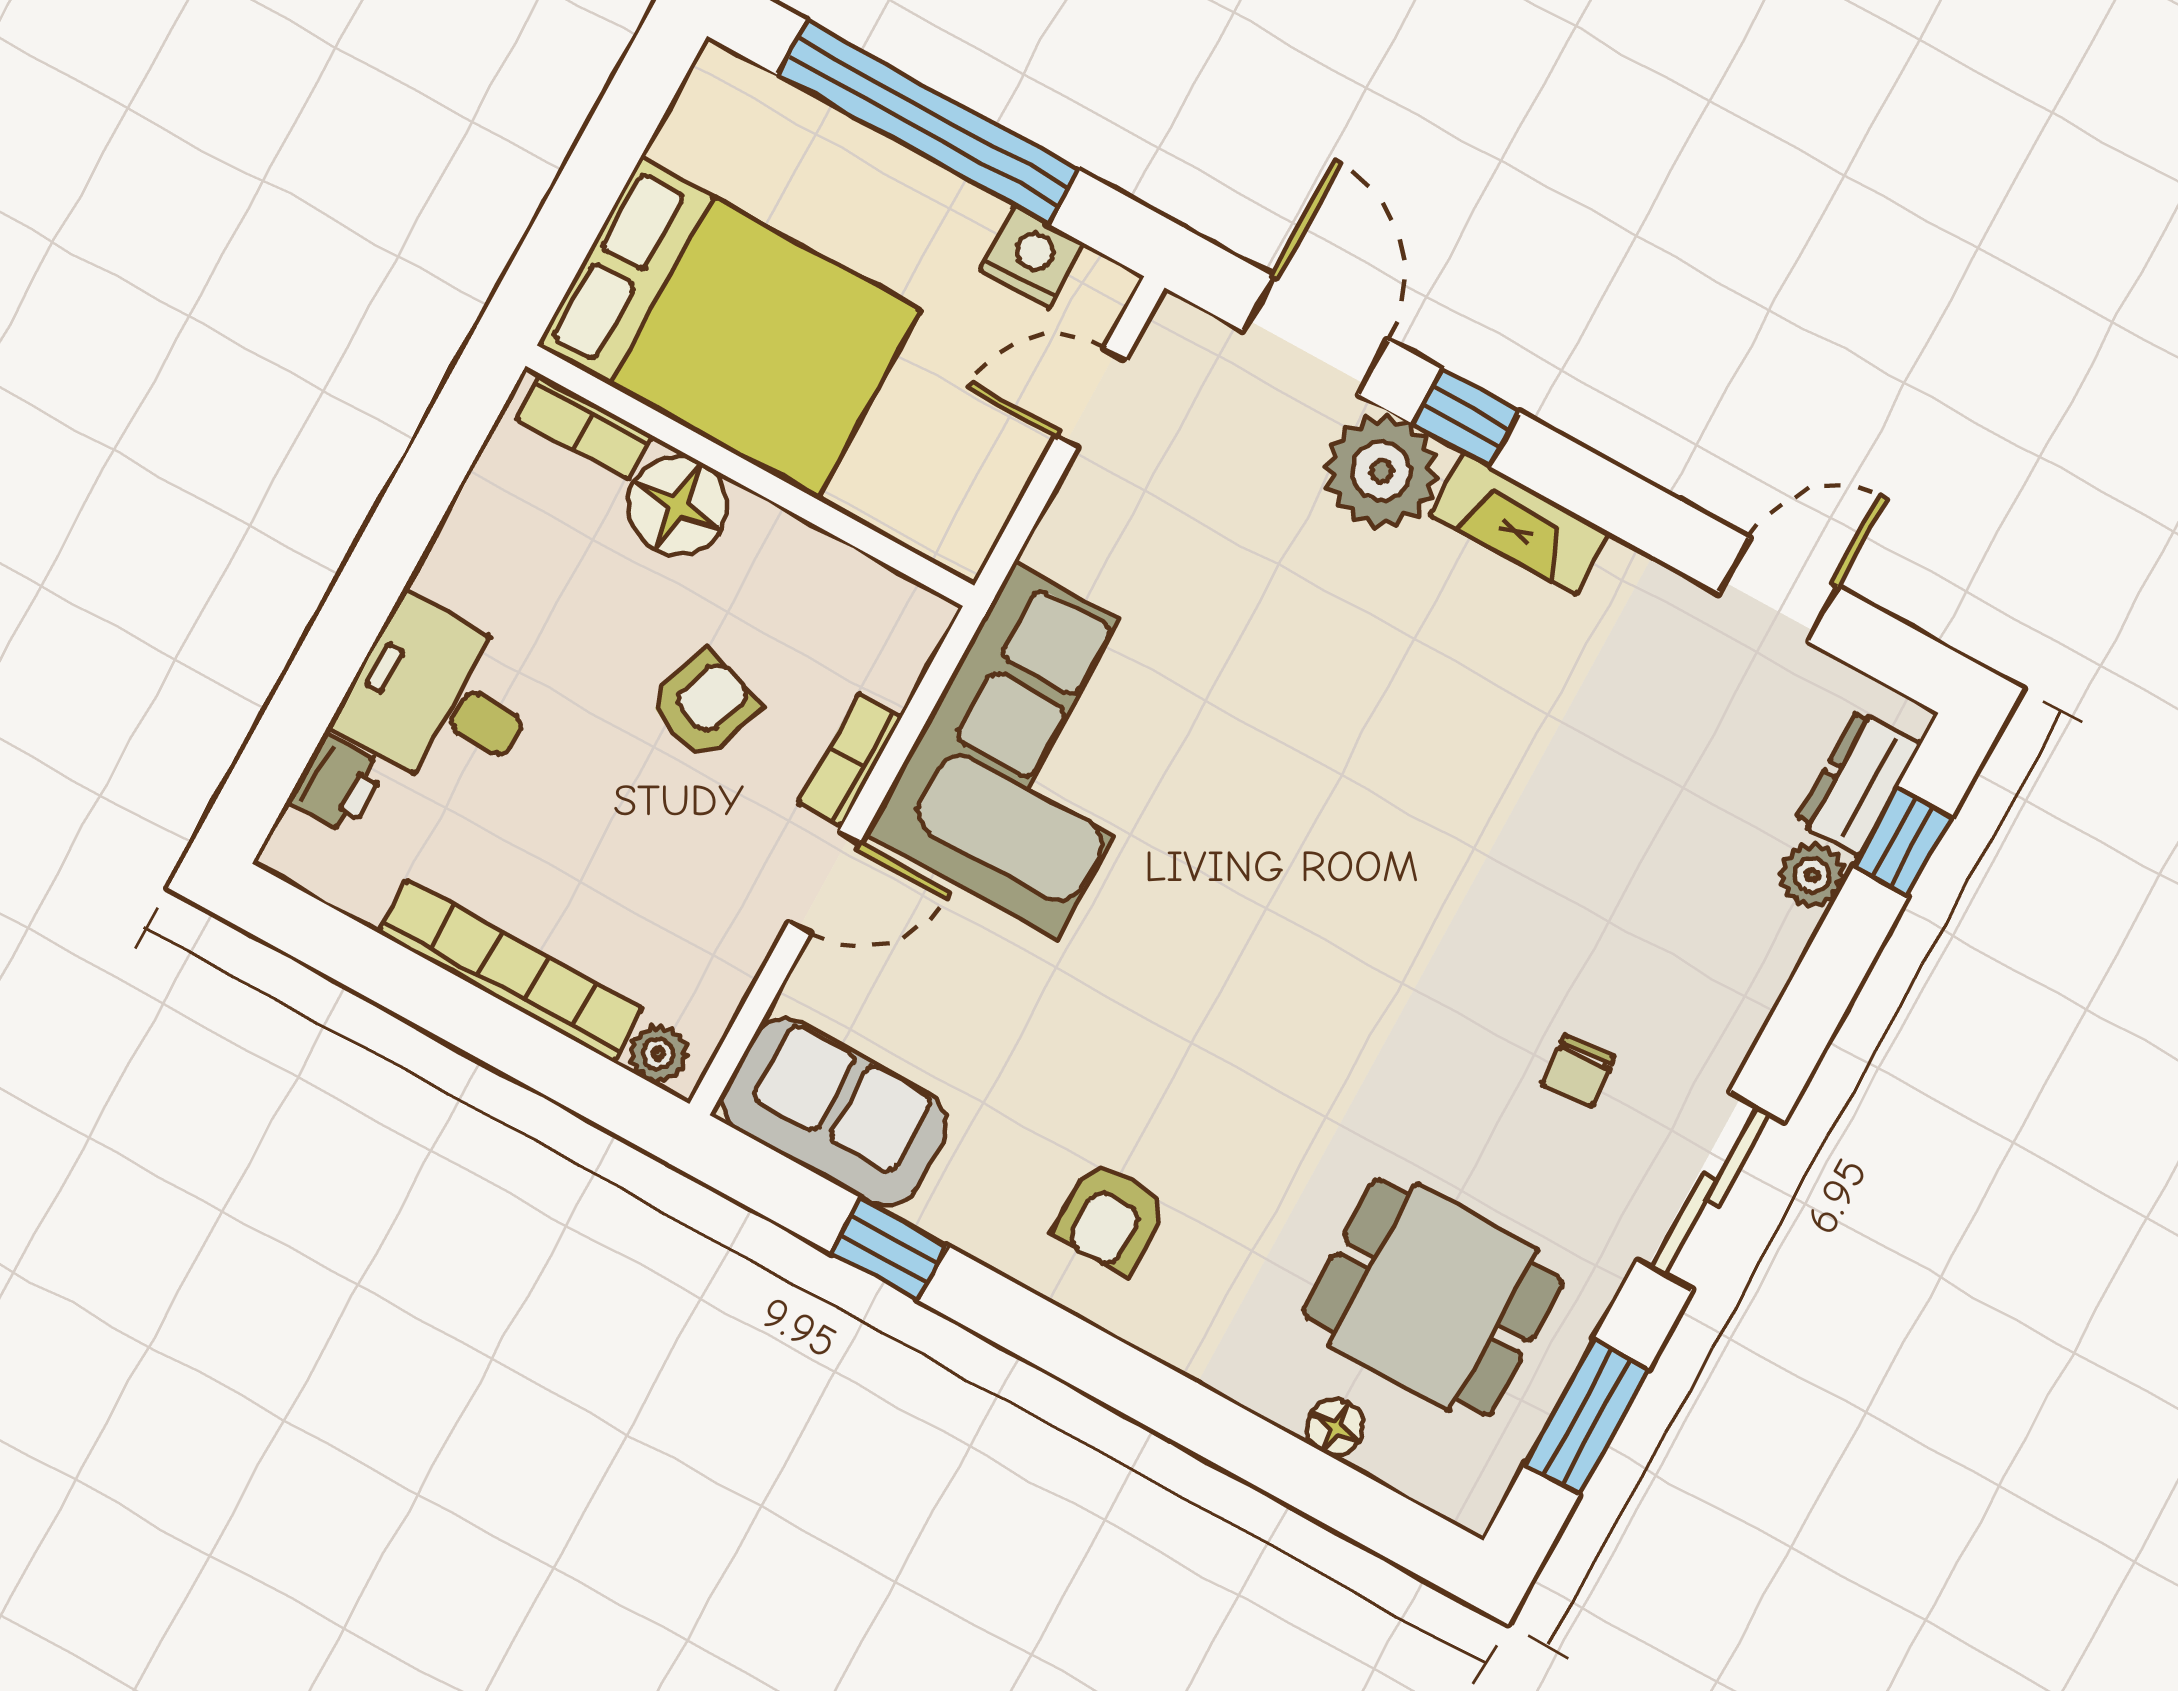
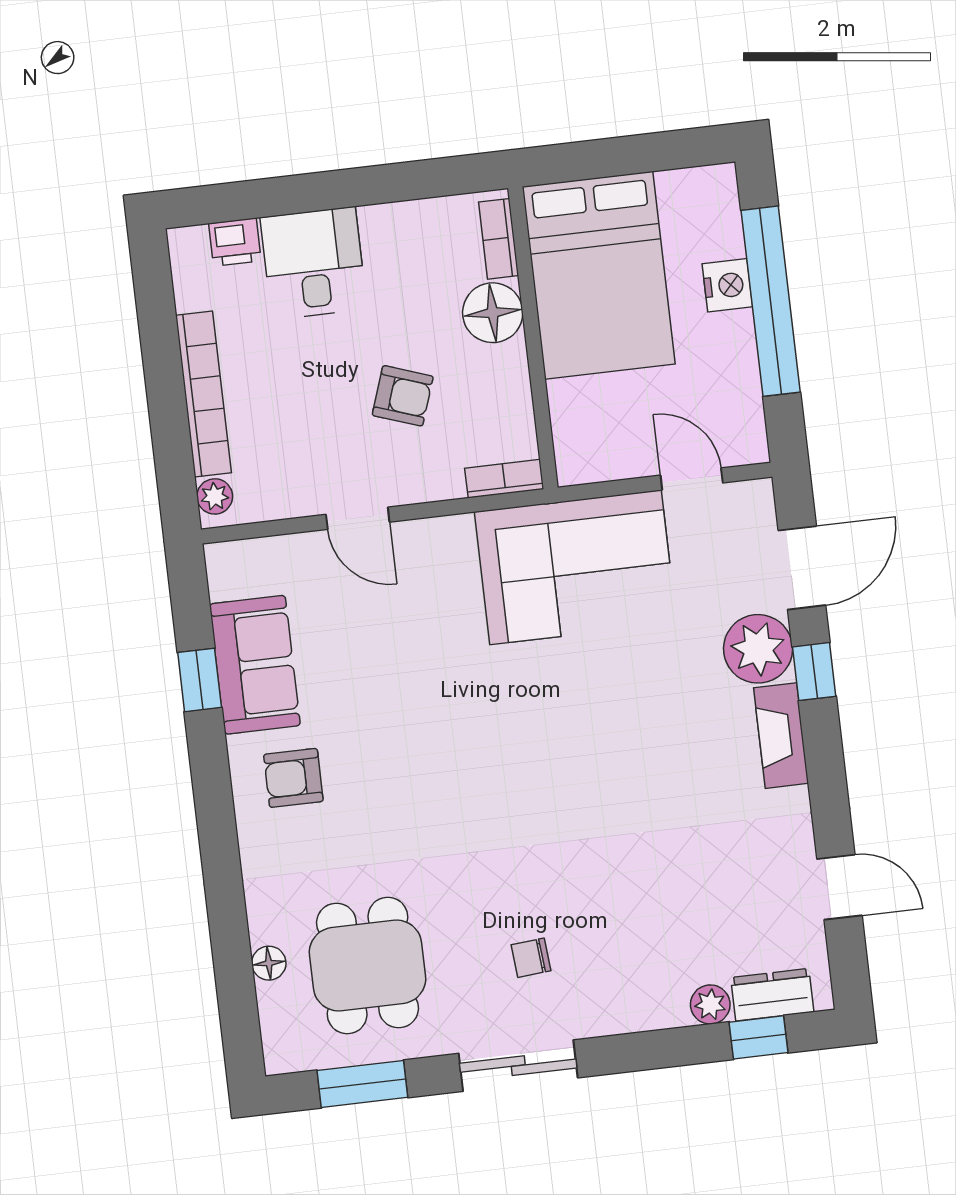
nightstand: (1032, 257) -> (727, 285), moved
corner sofa: (1036, 750) -> (575, 567), moved
bookcase: (850, 760) -> (504, 479), moved
sofa: (835, 1113) -> (255, 665), moved

